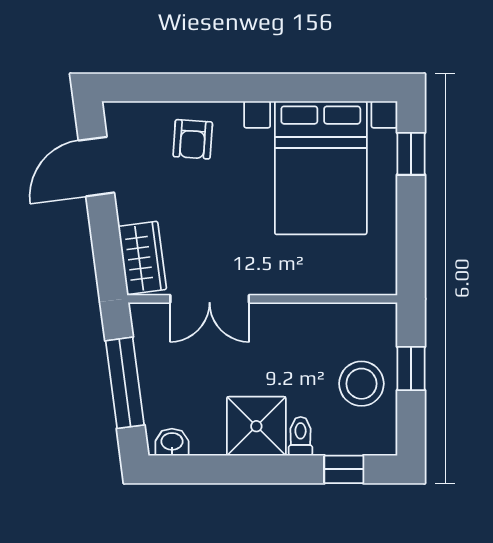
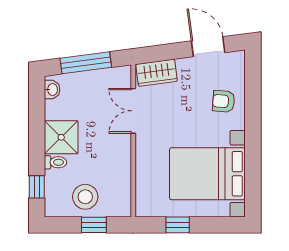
window: (411, 154) -> (178, 225), moved

